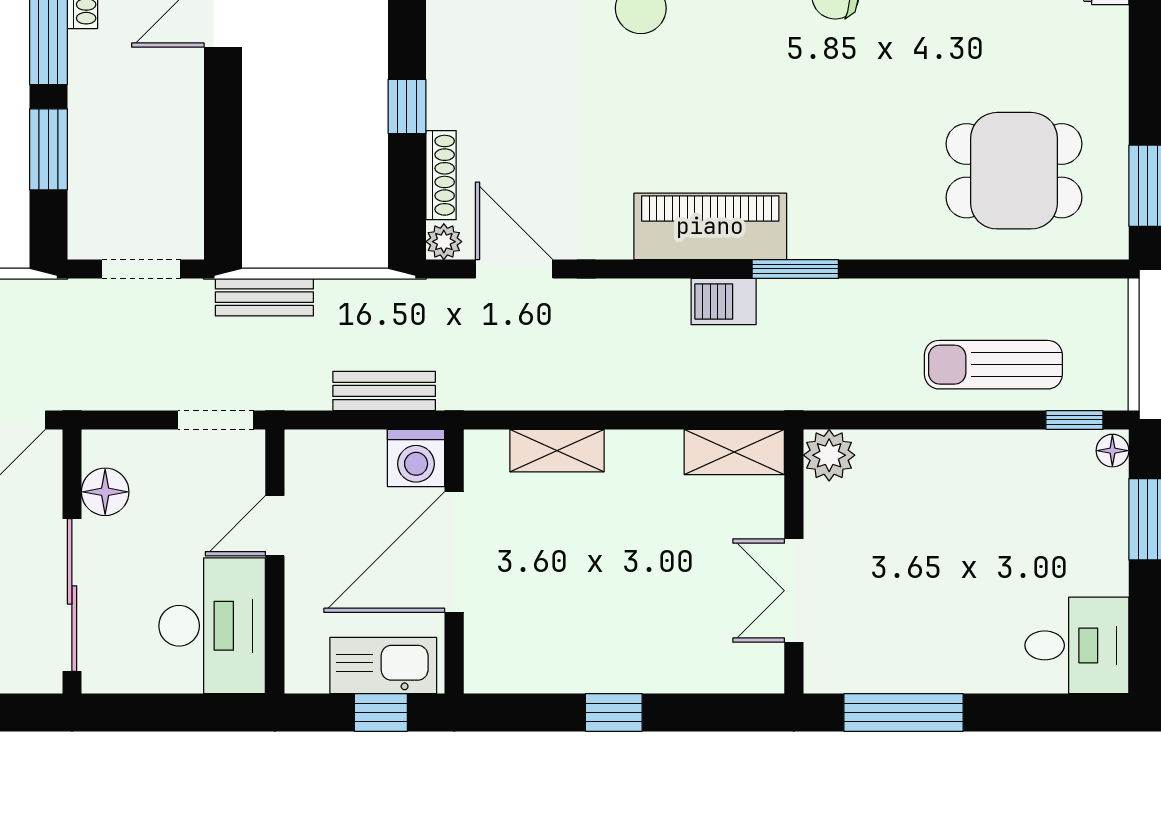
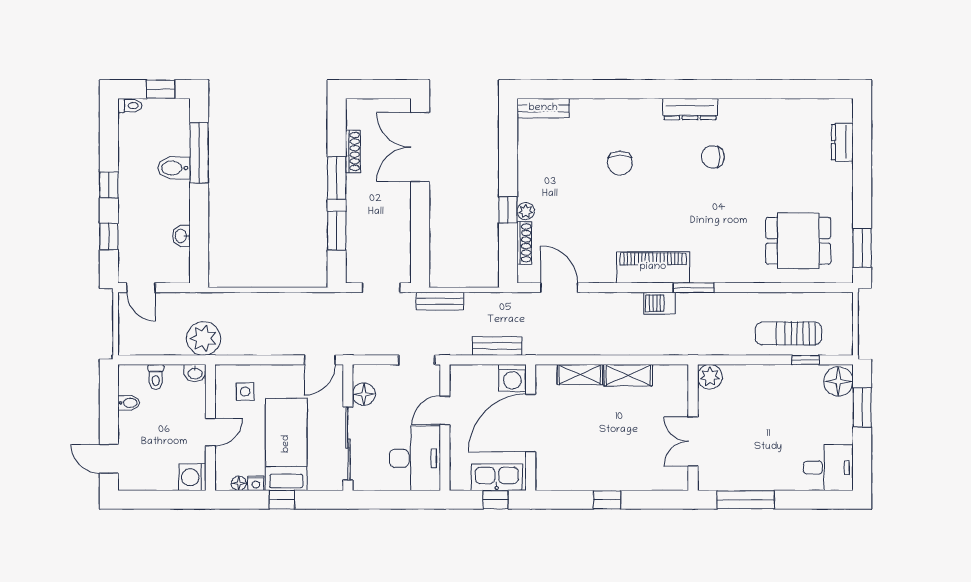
plant: (444, 242) -> (526, 211), moved
window: (1074, 420) -> (805, 360), moved
floor lamp: (1112, 451) -> (838, 381), width x1.89, depth x1.89
shelving: (734, 452) -> (628, 375), moved

